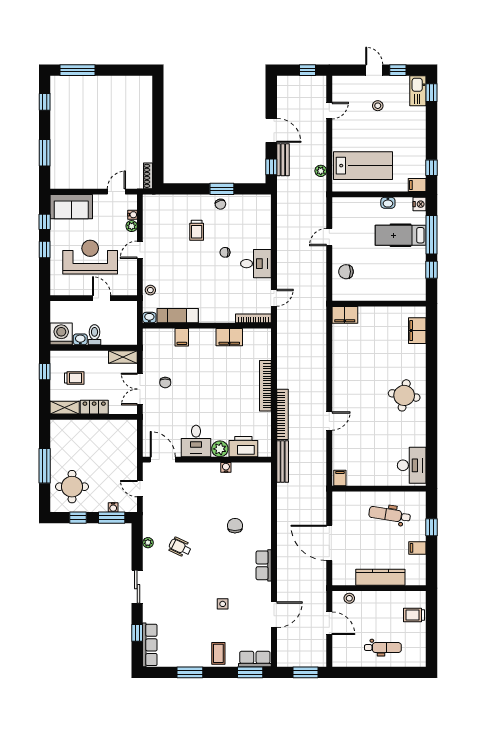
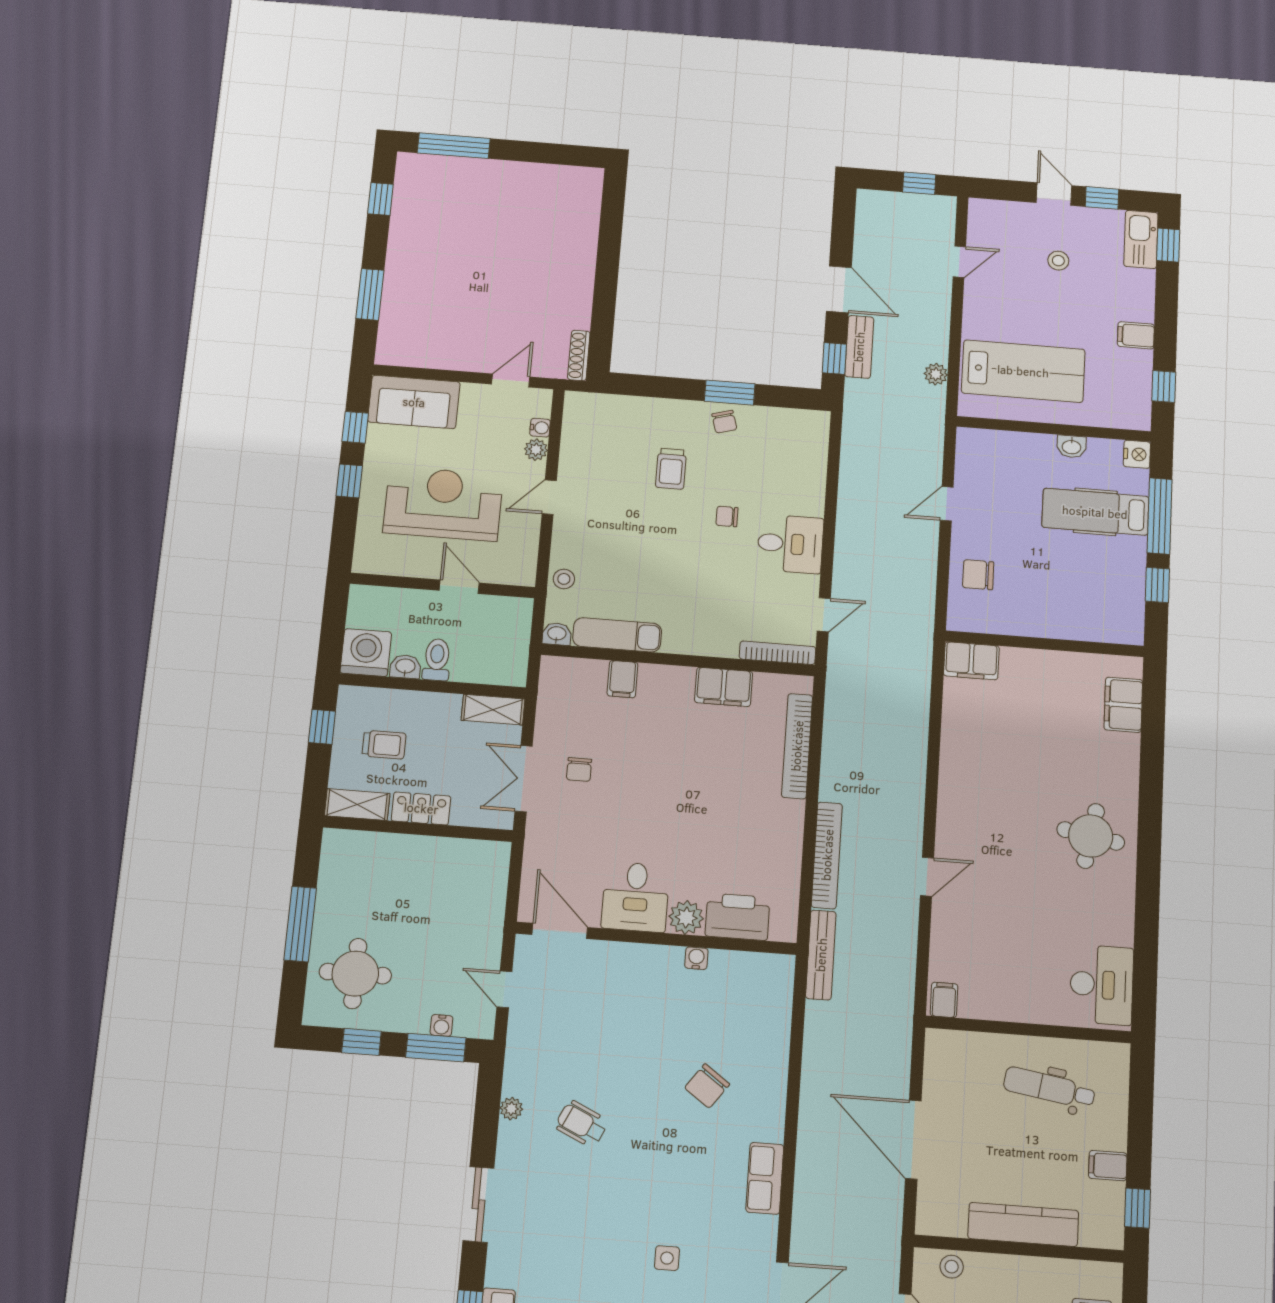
filing cabinet: (417, 185) -> (1136, 335), moved
bookcase: (265, 386) -> (797, 746), moved
chair: (235, 526) -> (707, 1086), turned -144
window: (431, 527) -> (1138, 1208), moved

